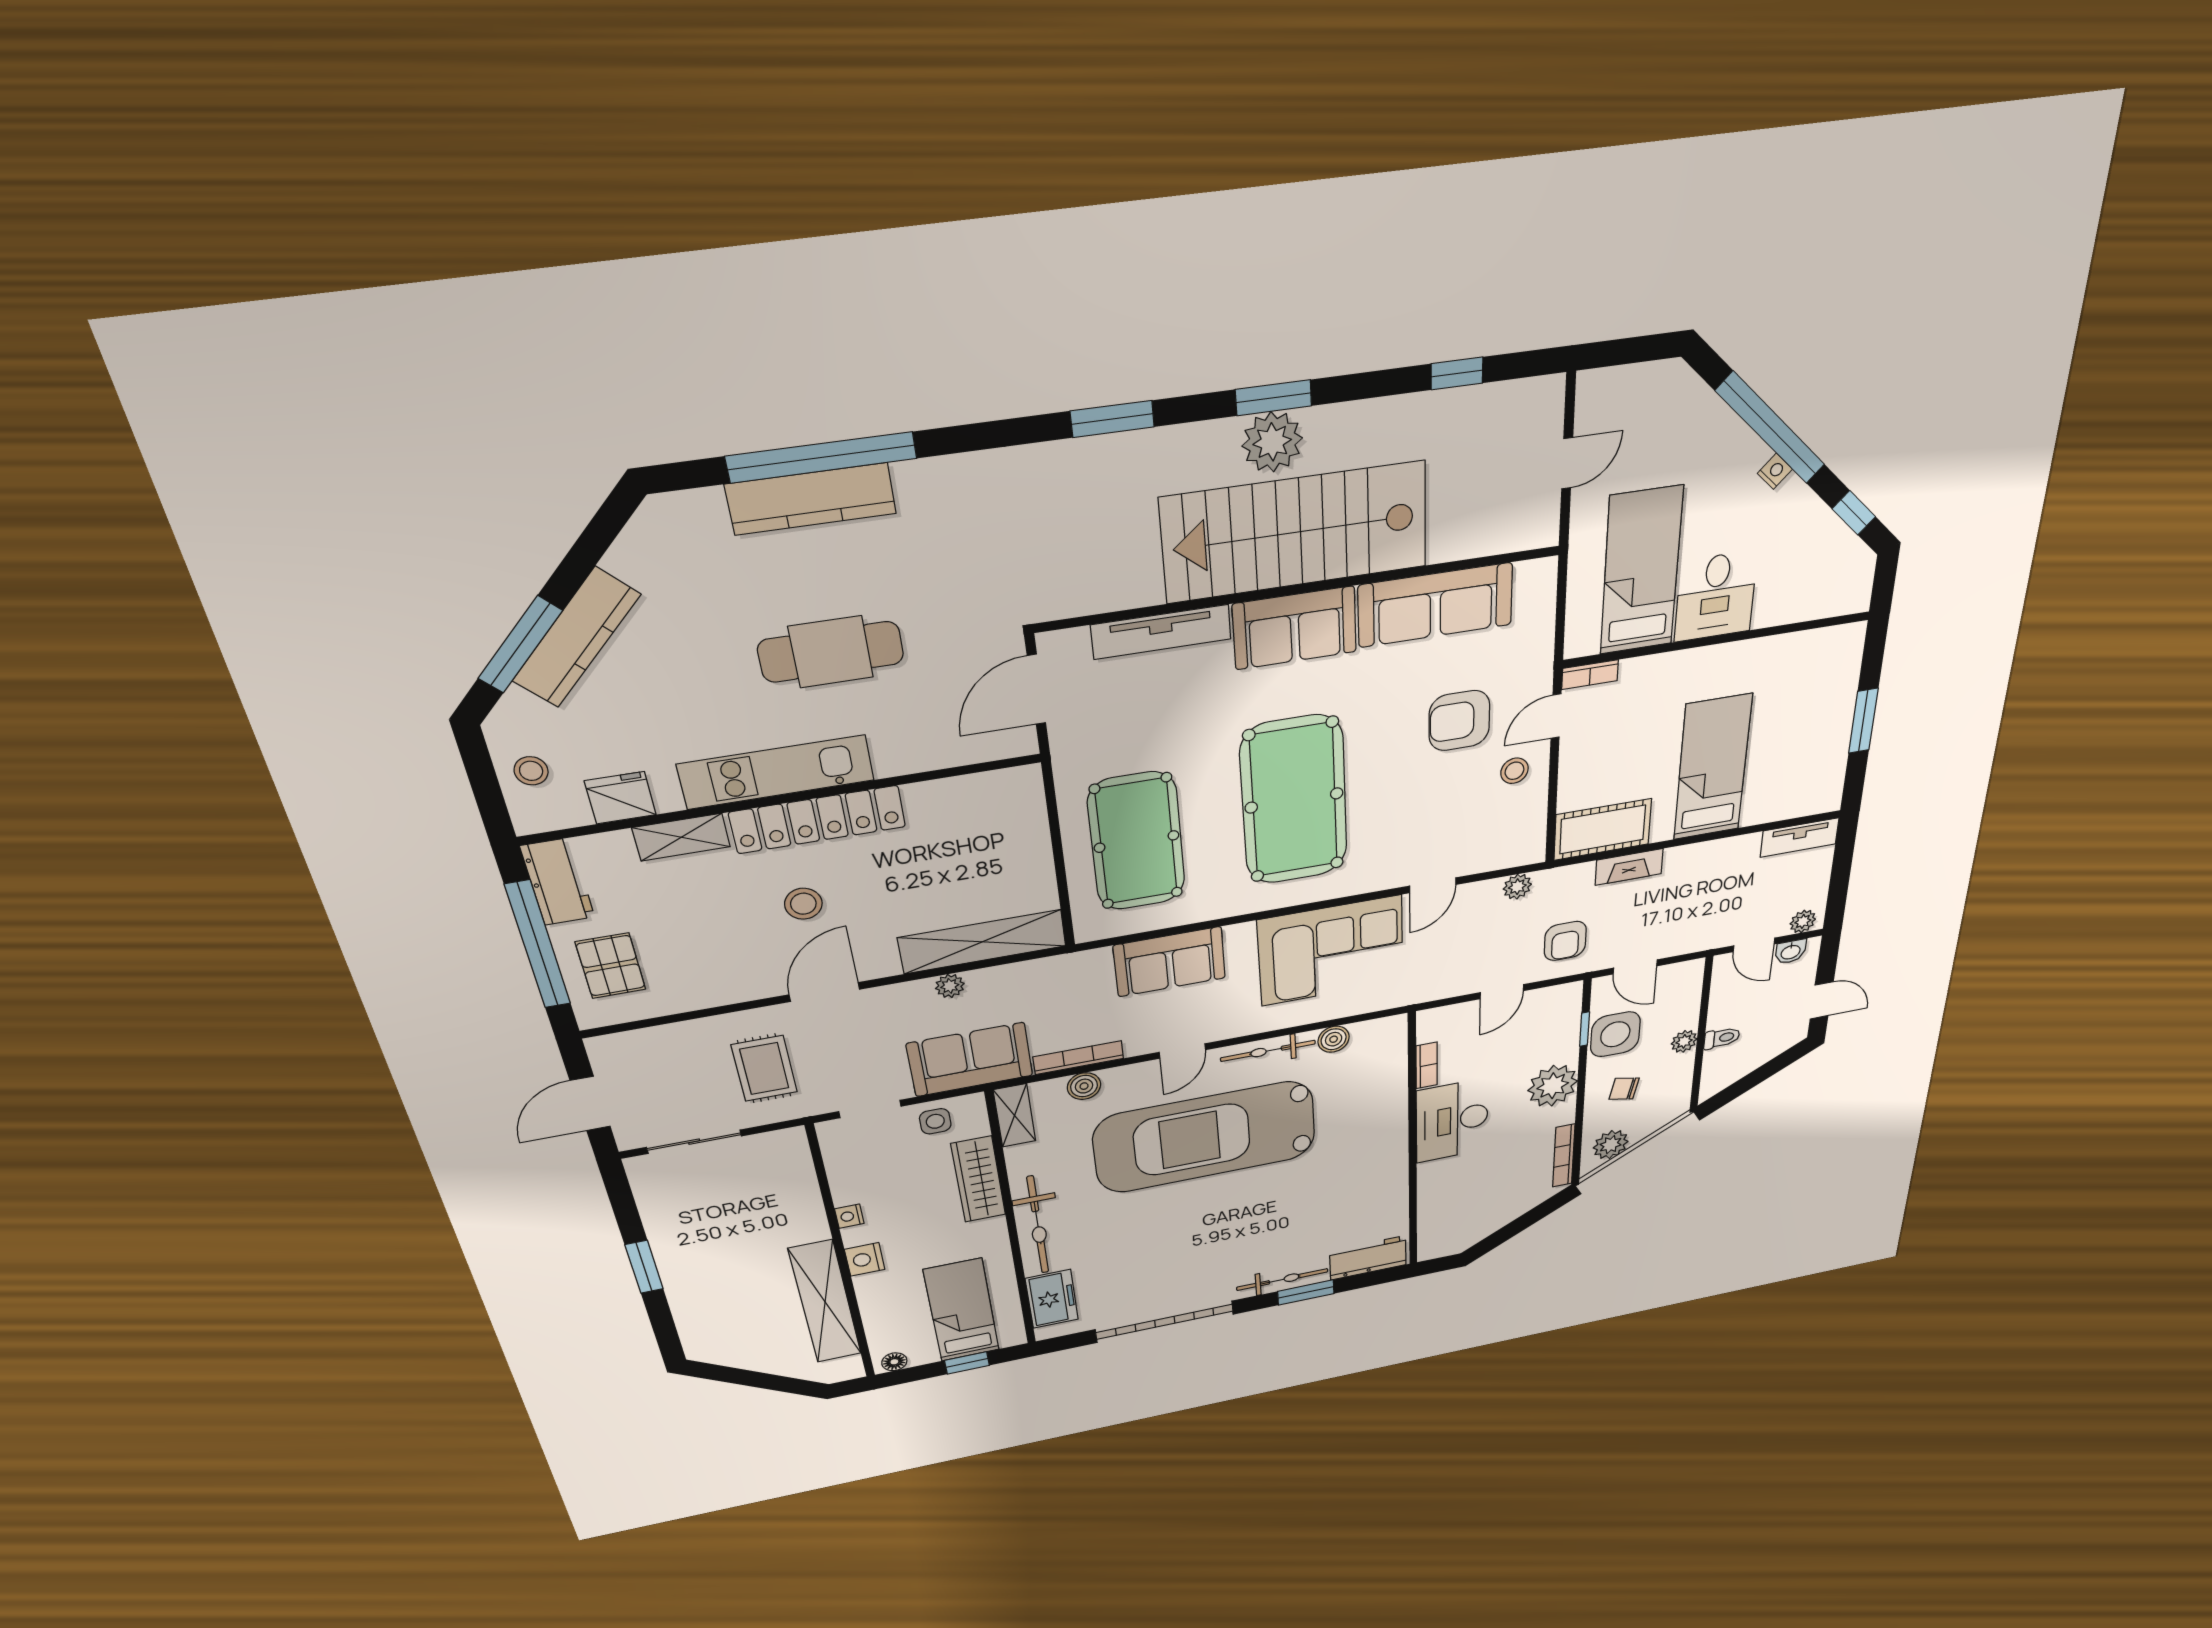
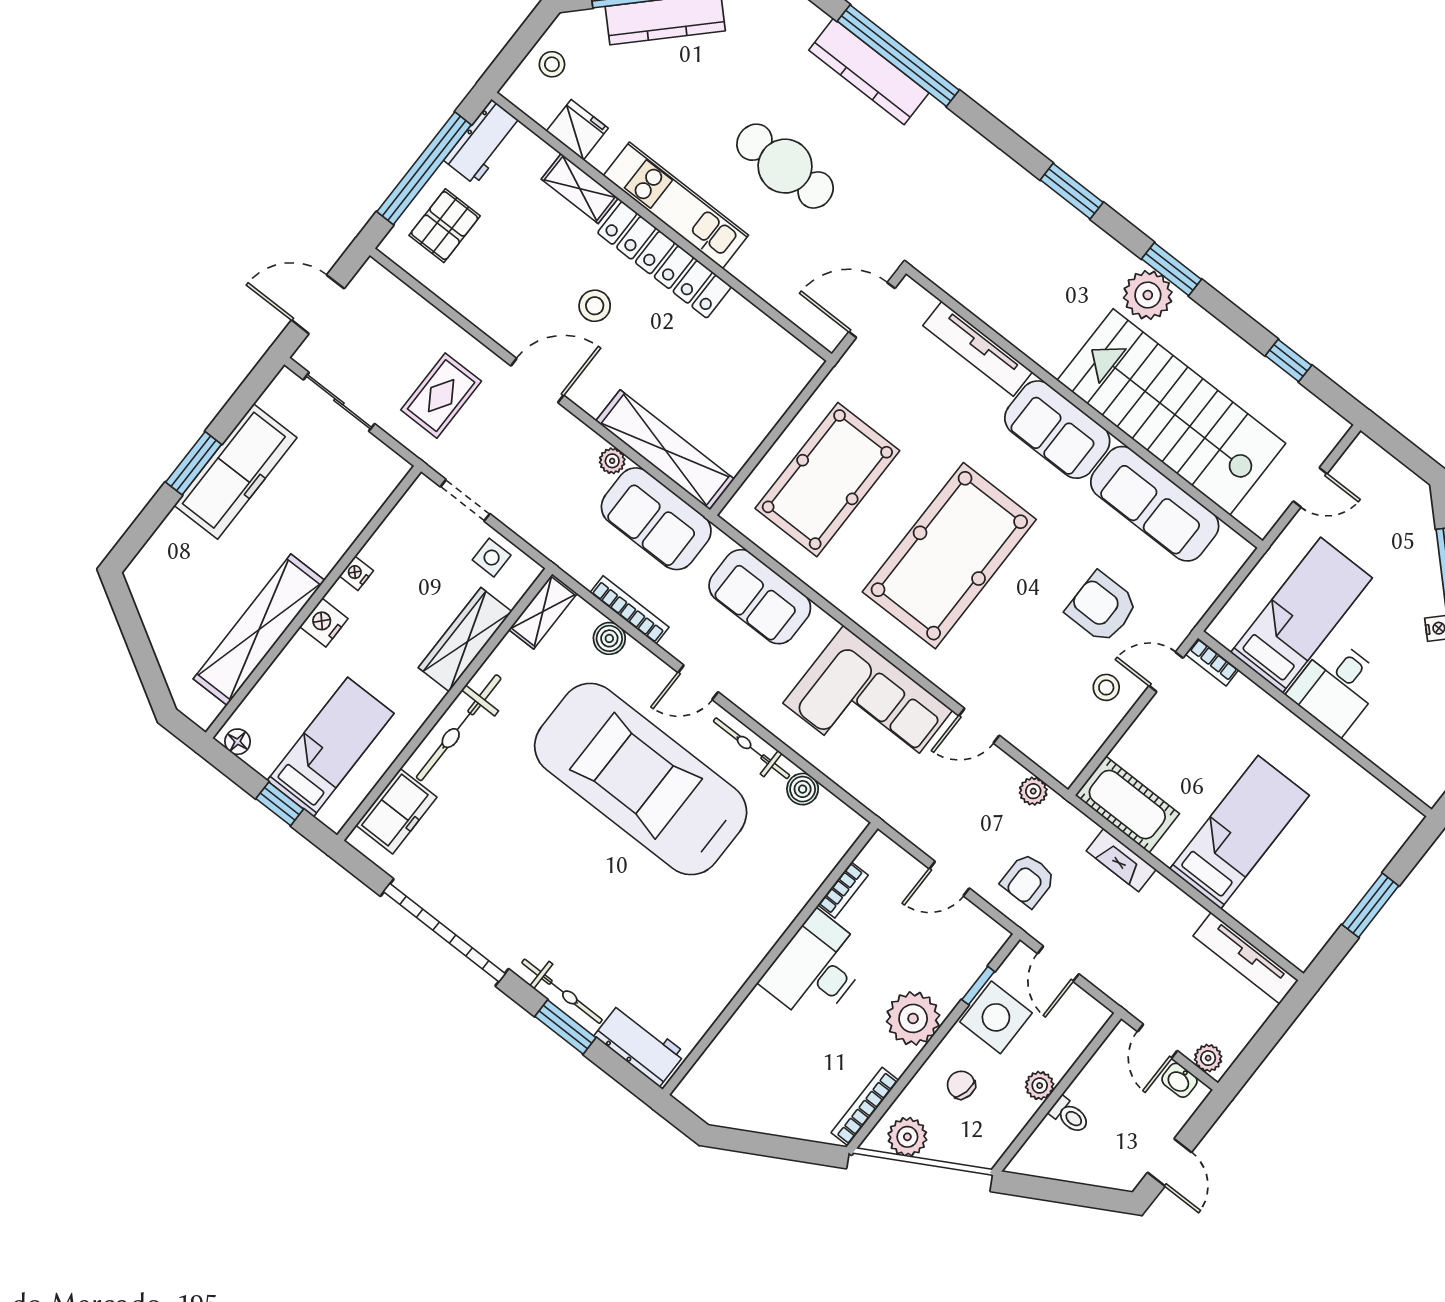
stairs: (1295, 532) -> (1171, 412), moved
tv unit: (1800, 837) -> (1246, 958), width x1.41
sofa: (970, 1060) -> (656, 519), moved, turned 180
freezer: (680, 1244) -> (236, 471), added

